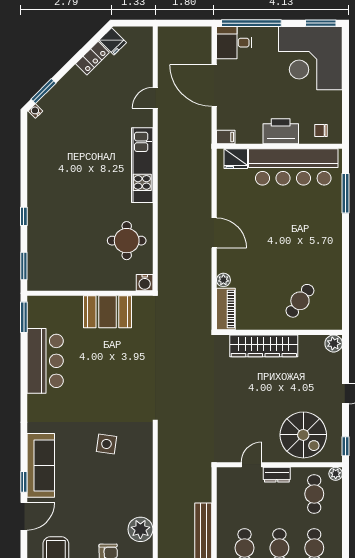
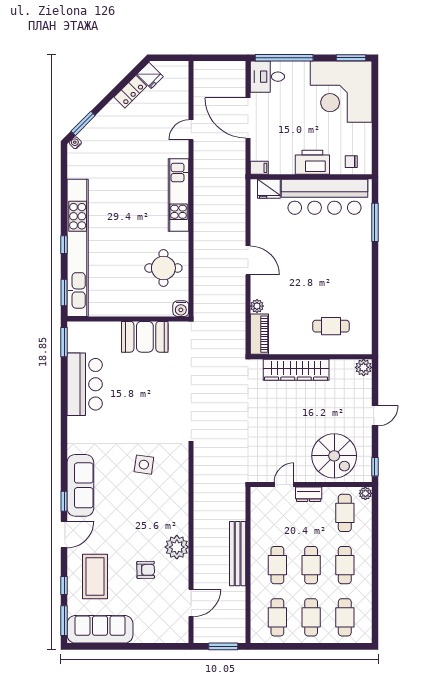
kitchen unit: (38, 220) -> (78, 248), added
cafe table: (300, 301) -> (331, 326), turned 54

